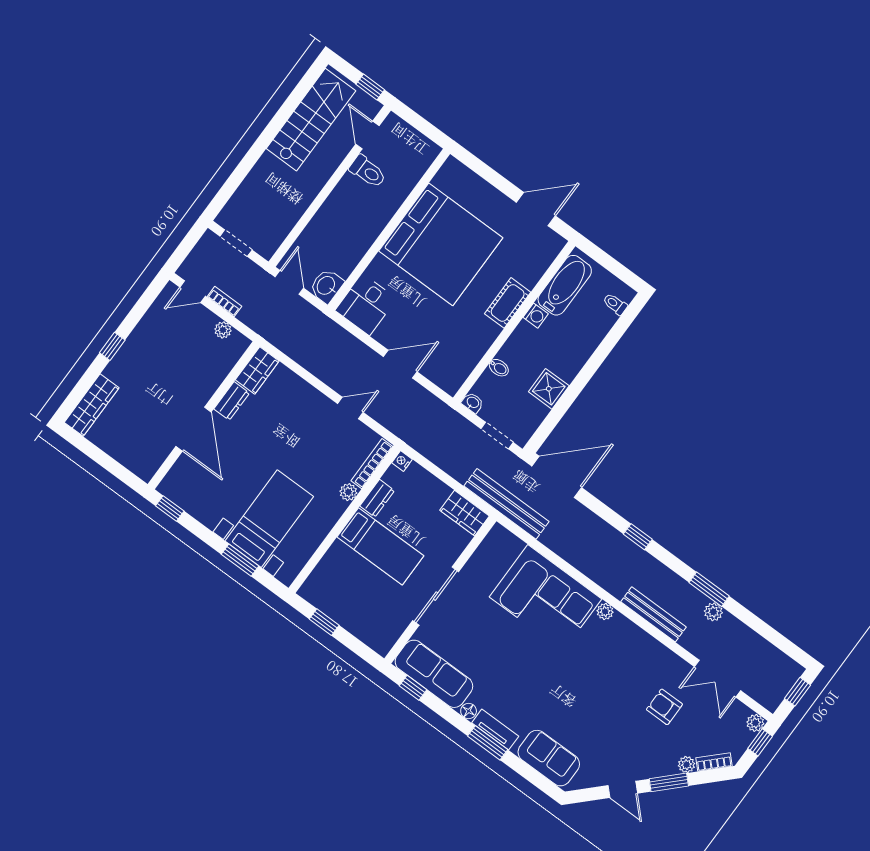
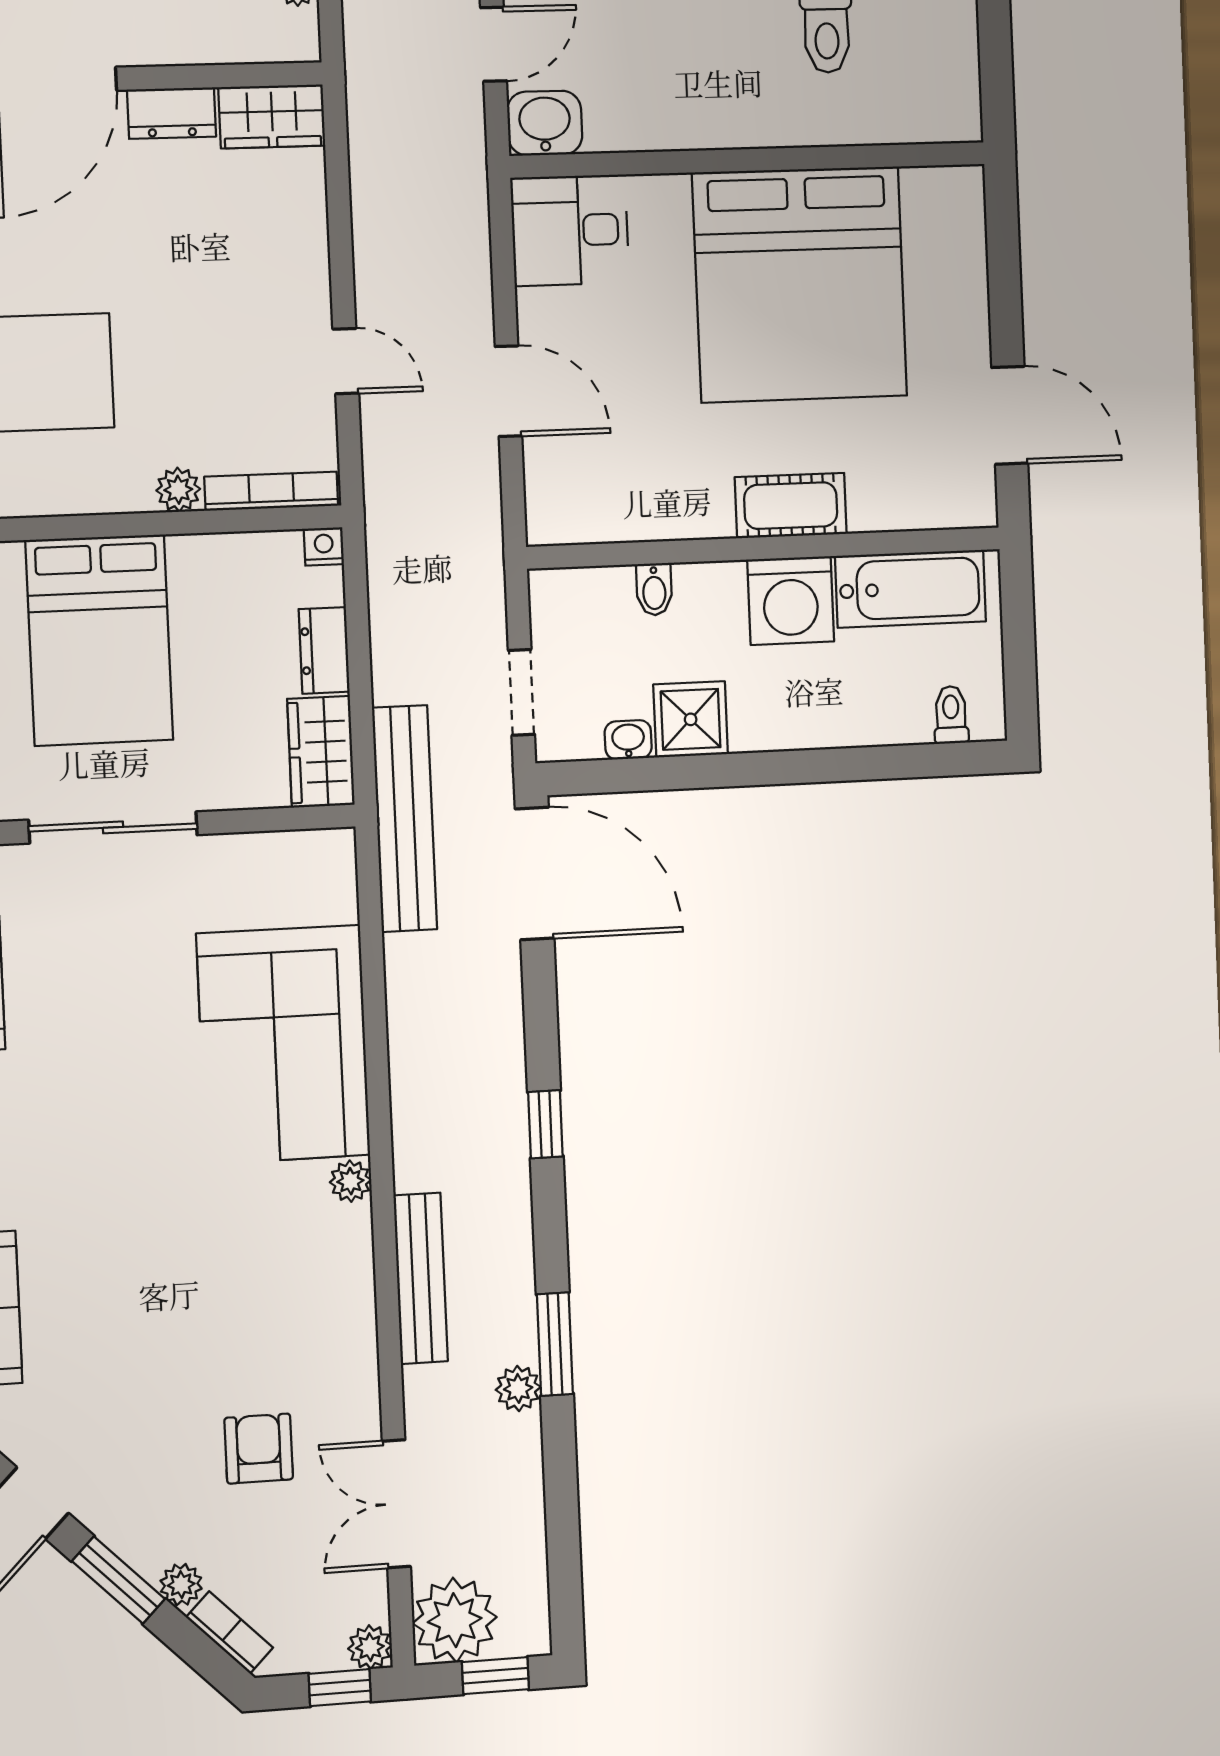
washing machine: (536, 316) -> (791, 601), width x1.89, depth x1.89
washbasin: (473, 403) -> (628, 740), moved, turned -90
dresser: (377, 498) -> (324, 650), moved, turned 90
bed: (380, 546) -> (99, 640), width x1.50
plant: (769, 690) -> (455, 1620), added

